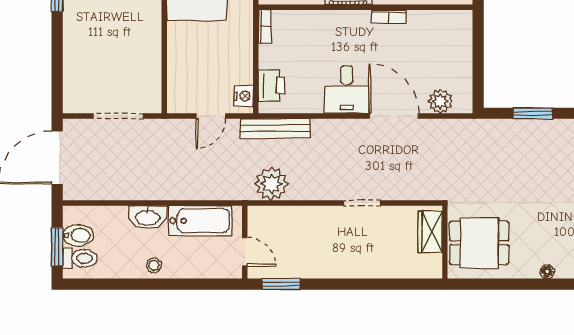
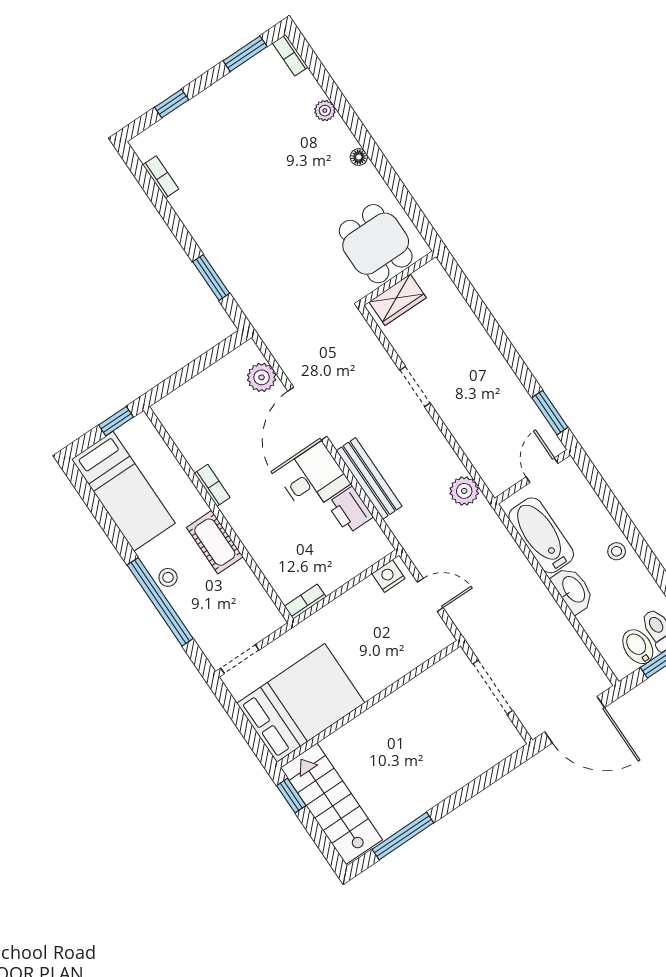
printer: (271, 86) -> (350, 510), moved, turned -90
bench: (275, 128) -> (369, 478), moved
plant: (271, 184) -> (464, 491), width x0.73, depth x0.73

